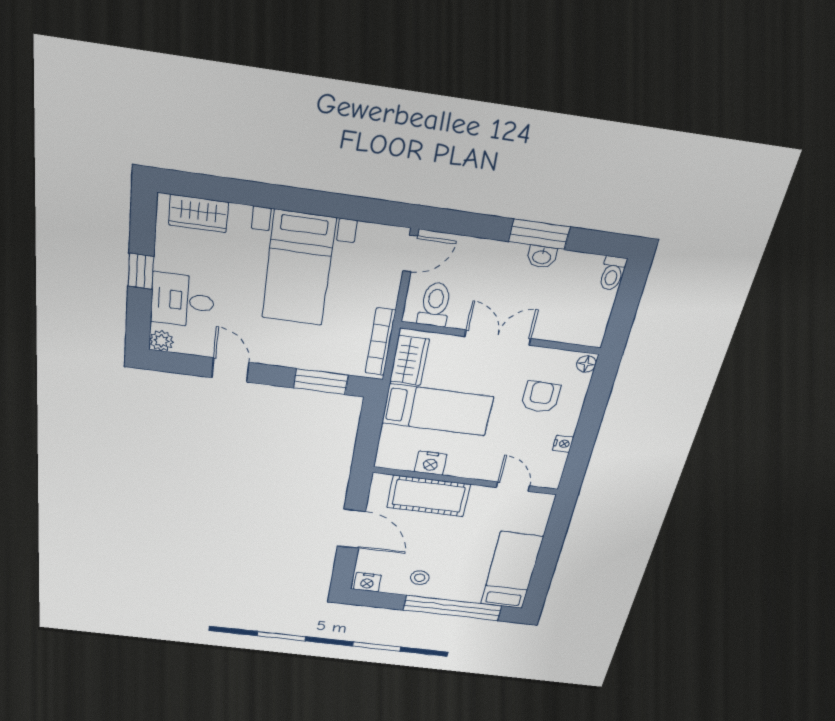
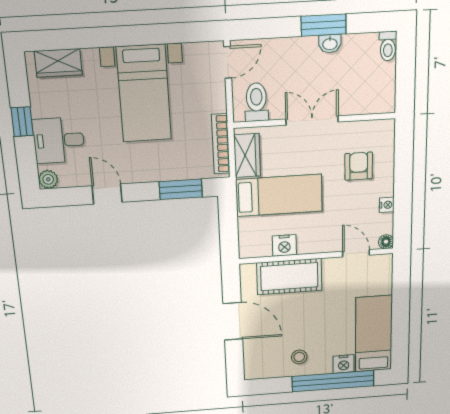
floor lamp: (586, 364) -> (386, 242), moved
nightstand: (367, 582) -> (344, 364), moved

